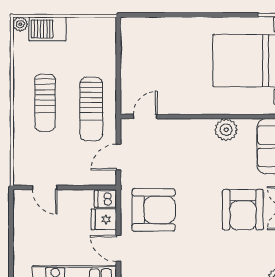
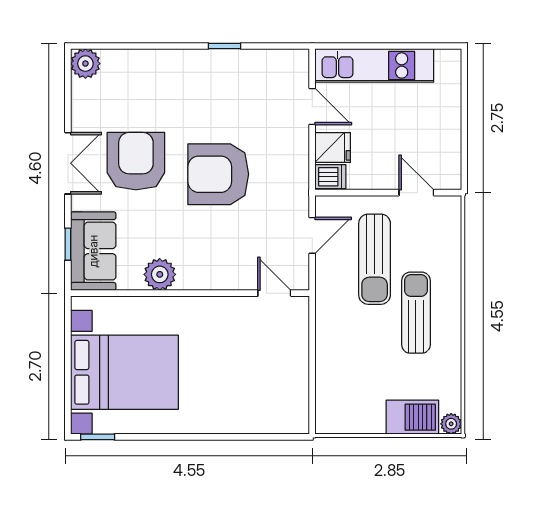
sun lounger: (91, 109) -> (375, 259), moved, turned 180
door: (145, 117) -> (274, 293), swing flipped
armchair: (154, 210) -> (218, 174), moved

